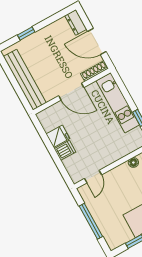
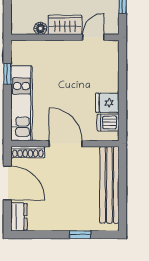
dishwasher: (65, 150) -> (108, 122), moved
wardrobe: (118, 174) -> (65, 25), added

